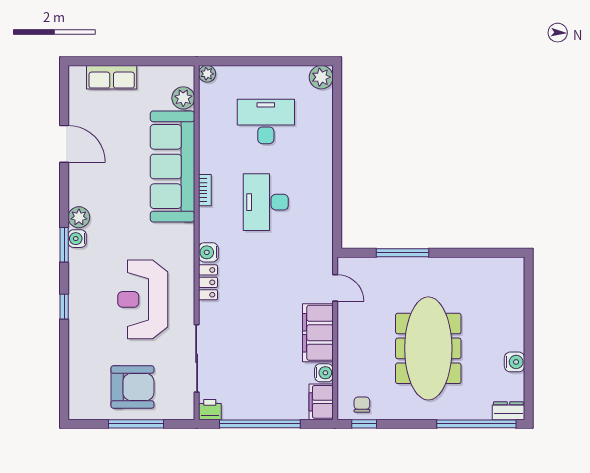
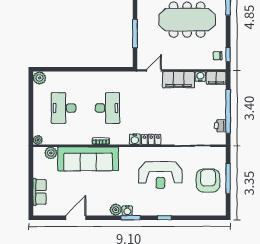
desk: (266, 202) -> (108, 108), turned -90
printer: (210, 410) -> (220, 126), moved

